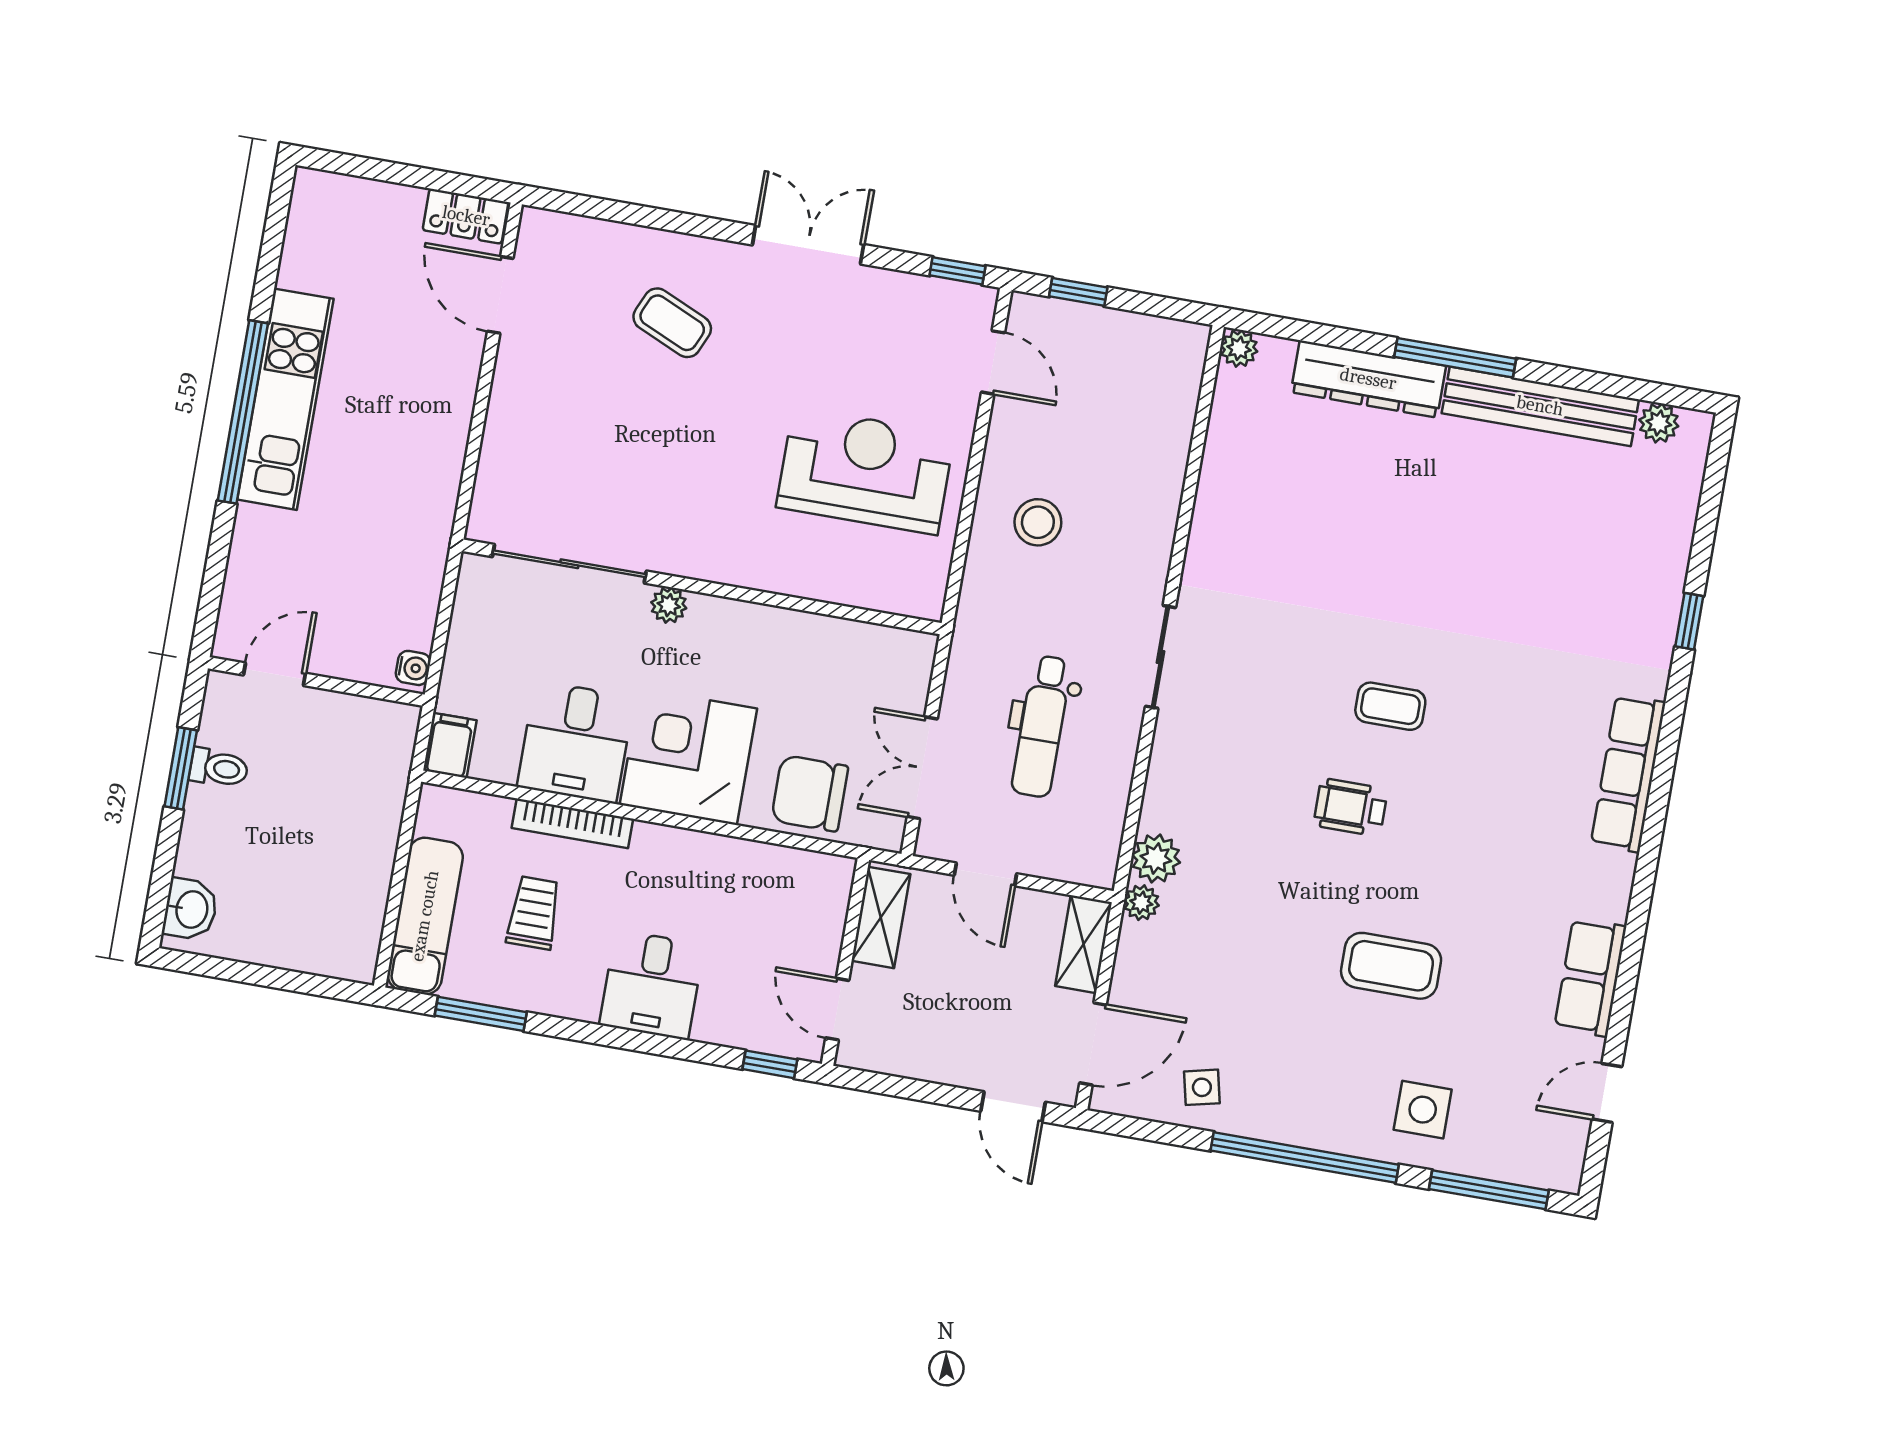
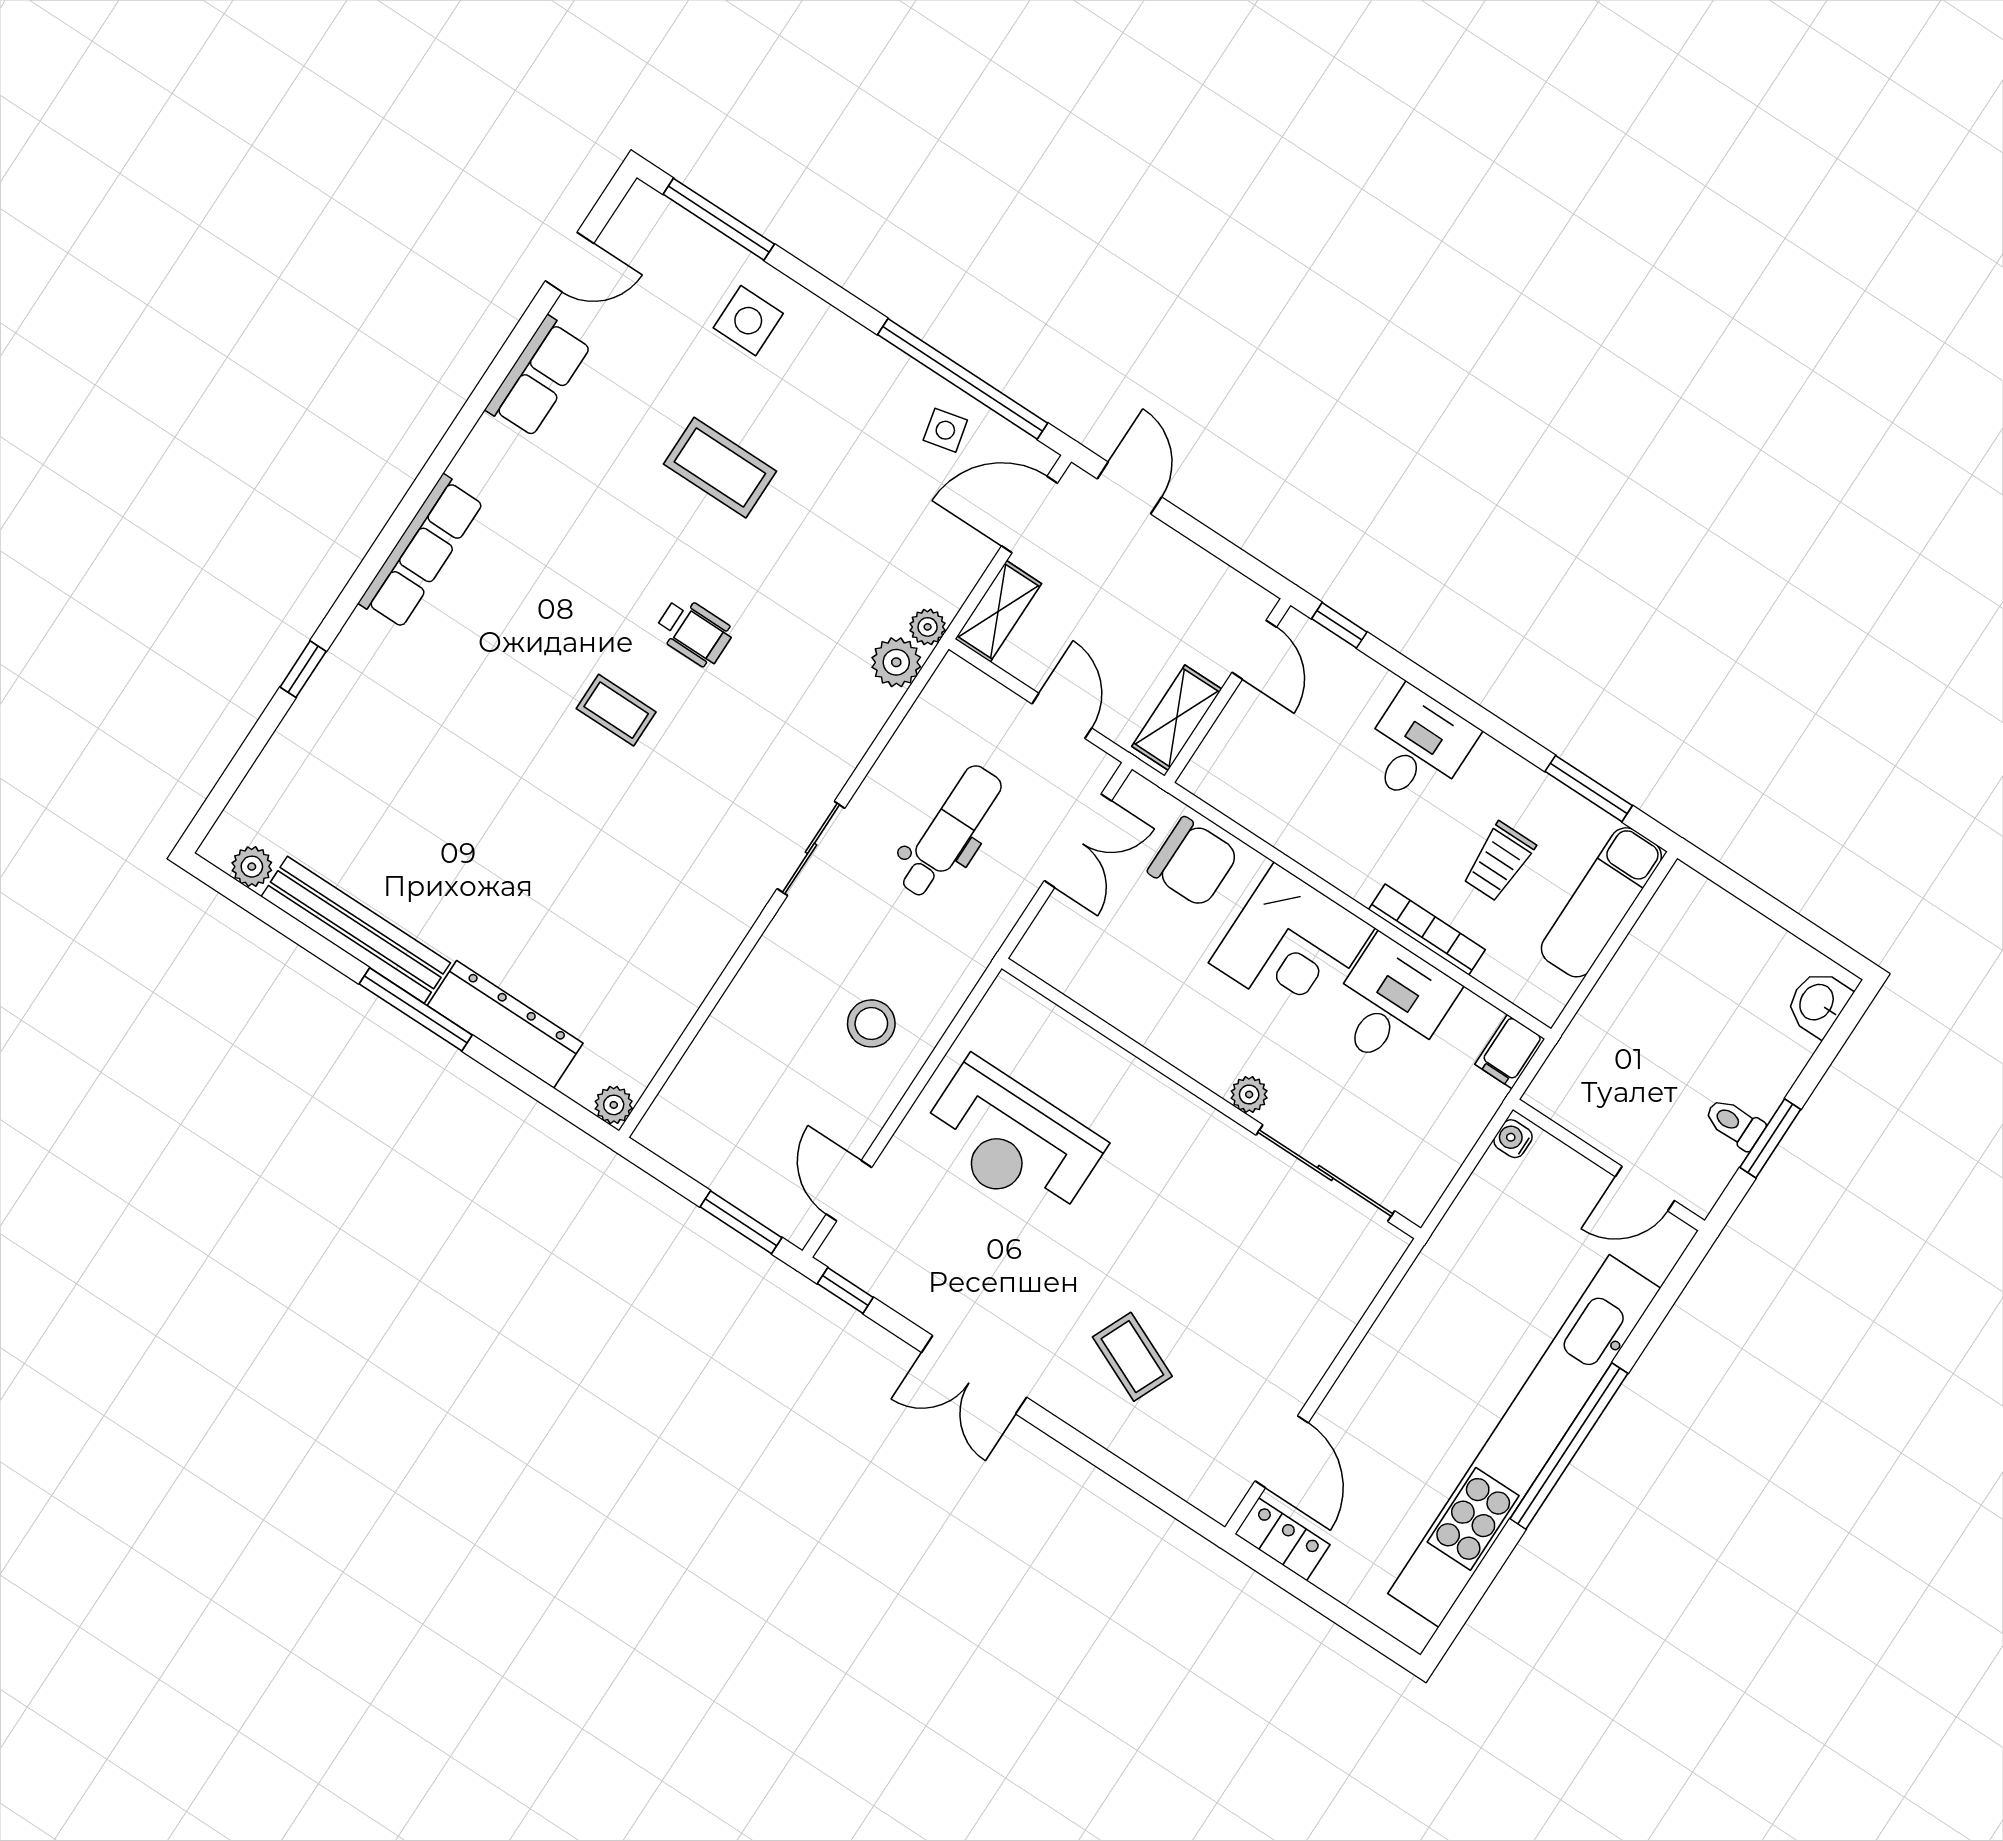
window: (1078, 292) -> (741, 1222), width x1.50
kitchen unit: (285, 399) -> (1524, 1441), width x1.86
window: (1305, 1158) -> (963, 379), moved

